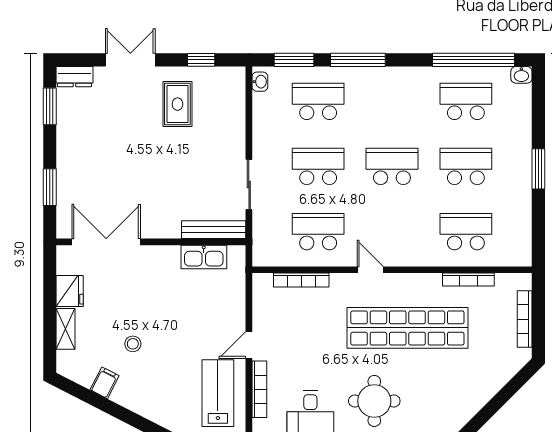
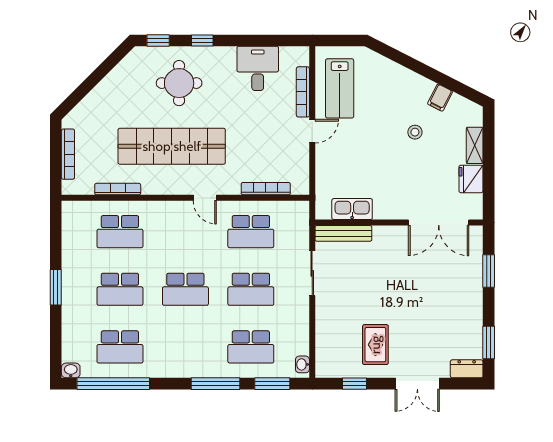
round table: (374, 401) -> (179, 83), moved

